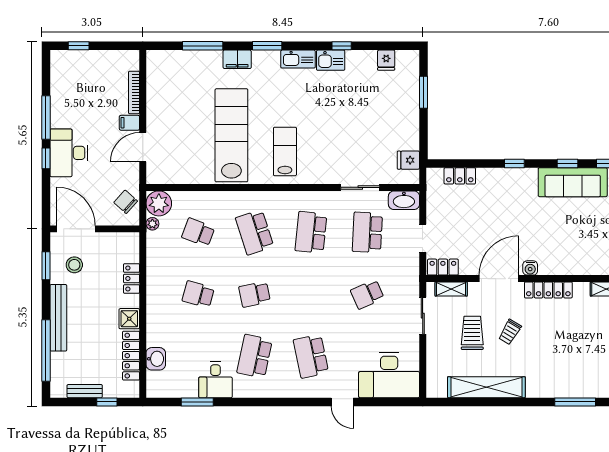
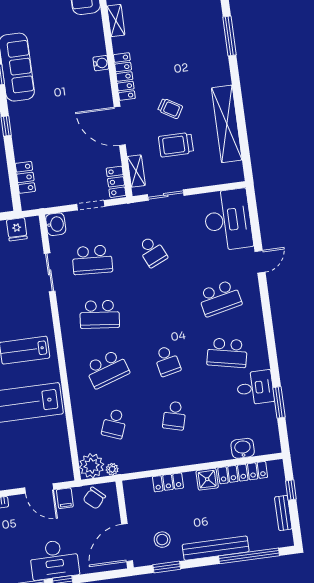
filing cabinet: (129, 123) -> (65, 498), moved
washbasin: (404, 200) -> (56, 224), width x0.72
water cooler: (530, 268) -> (101, 63), moved

